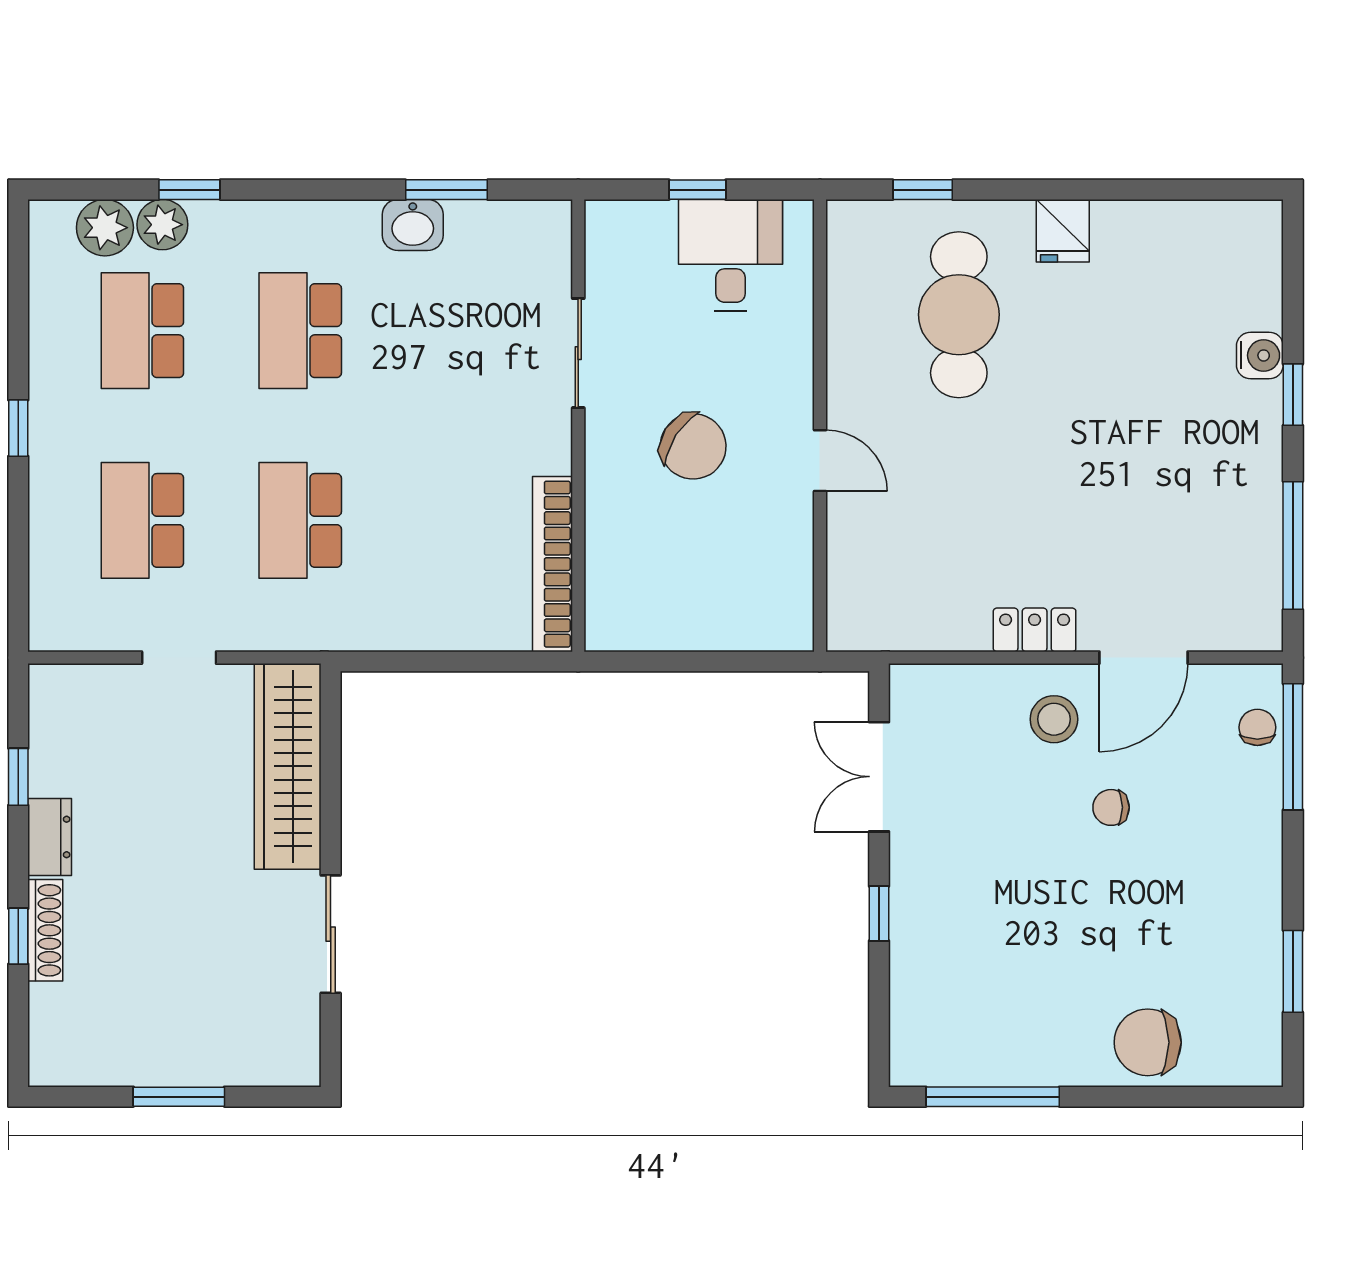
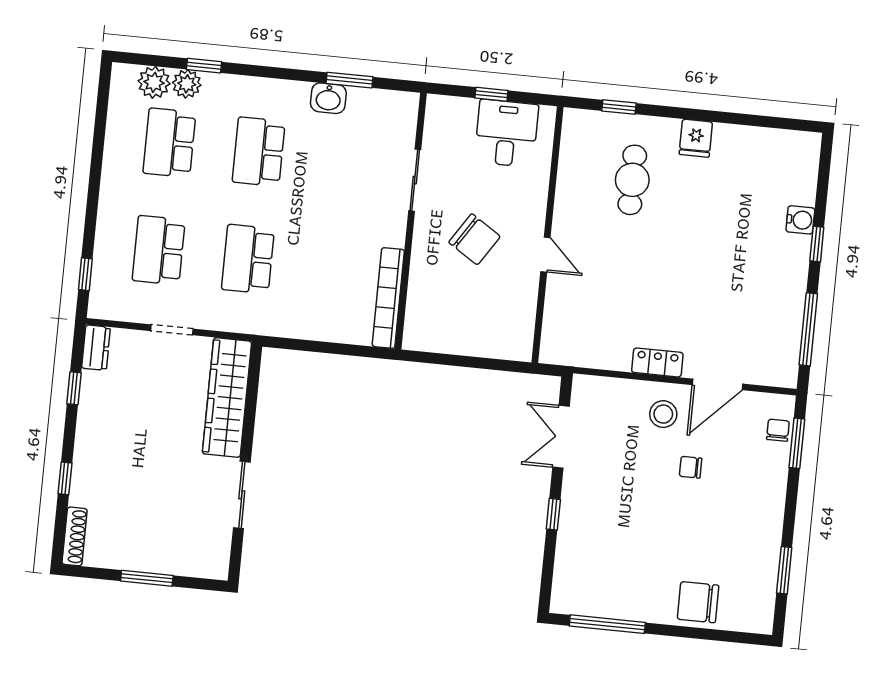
cafe table: (959, 315) -> (632, 180), width x0.73, depth x0.74
window: (18, 428) -> (85, 274), moved
window: (1293, 747) -> (797, 443), width x0.69
dresser: (50, 837) -> (96, 348), moved
shoe rack: (45, 930) -> (75, 536), moved

